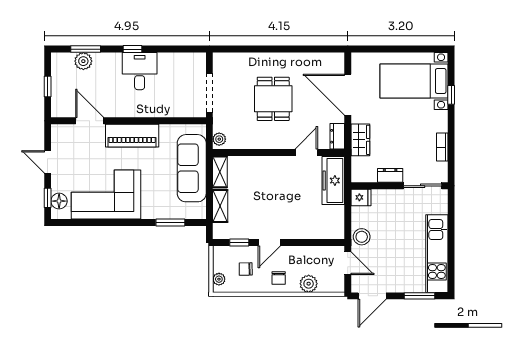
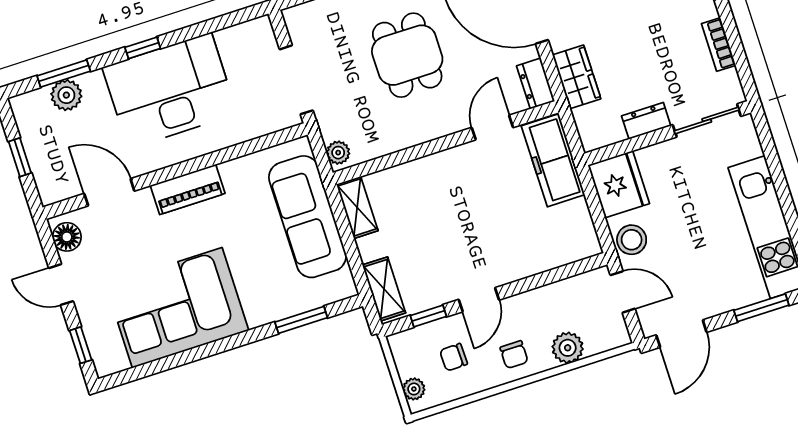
desk: (140, 71) -> (170, 91), width x1.87, depth x1.30
piano: (132, 136) -> (188, 189), width x0.73, depth x0.75
fridge: (361, 197) -> (619, 184), width x1.88, depth x1.34
floor lamp: (59, 201) -> (67, 237), moved
shelving: (220, 206) -> (384, 289), moved

